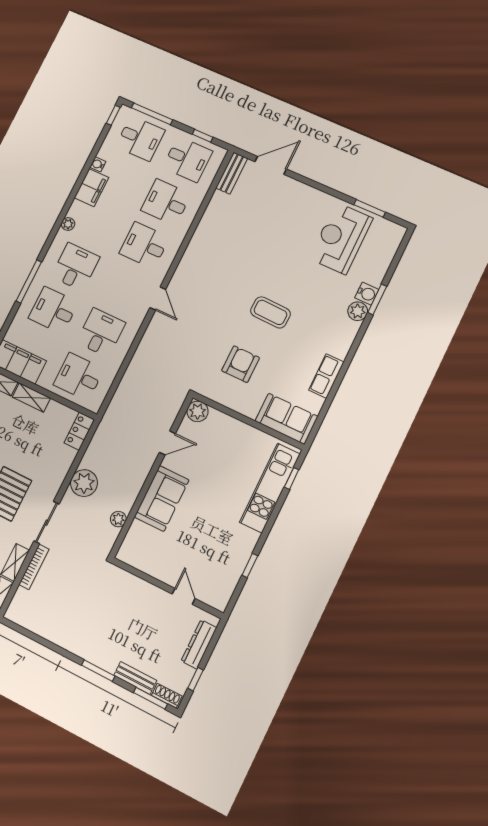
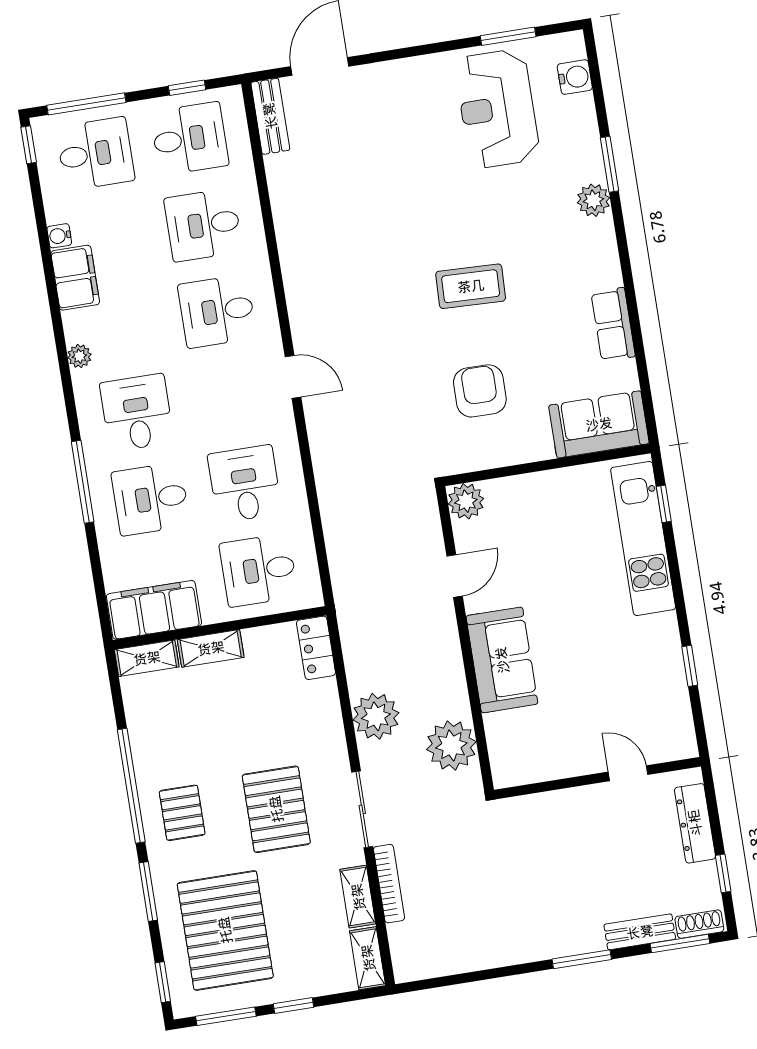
water cooler: (367, 294) -> (575, 77), moved
plant: (118, 519) -> (451, 746), width x1.88, depth x1.88

